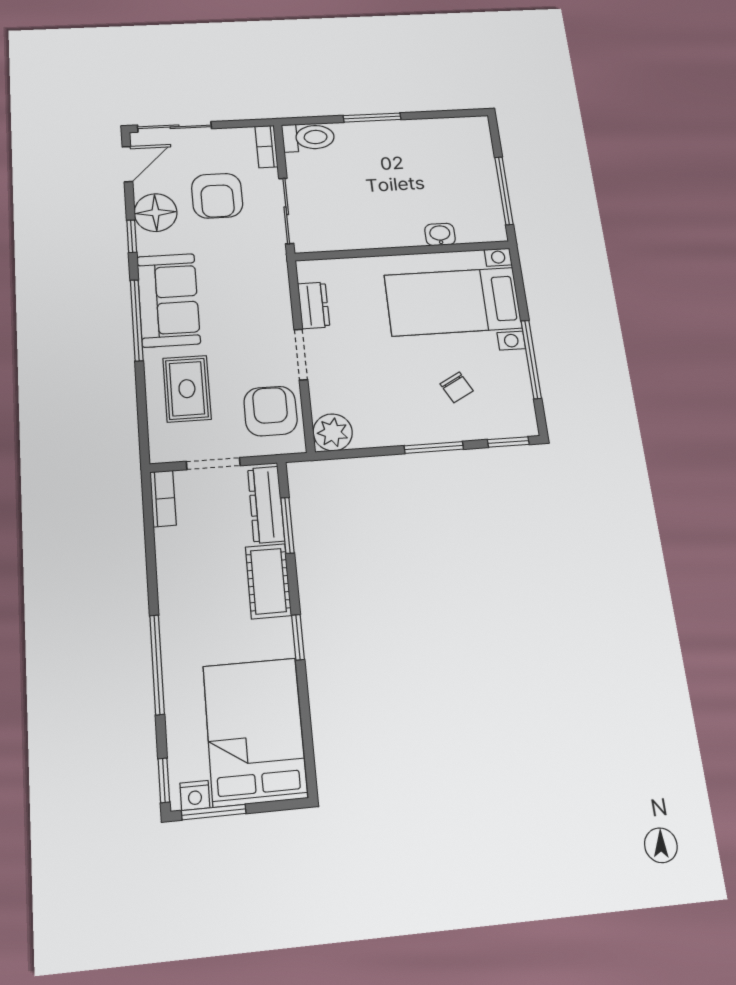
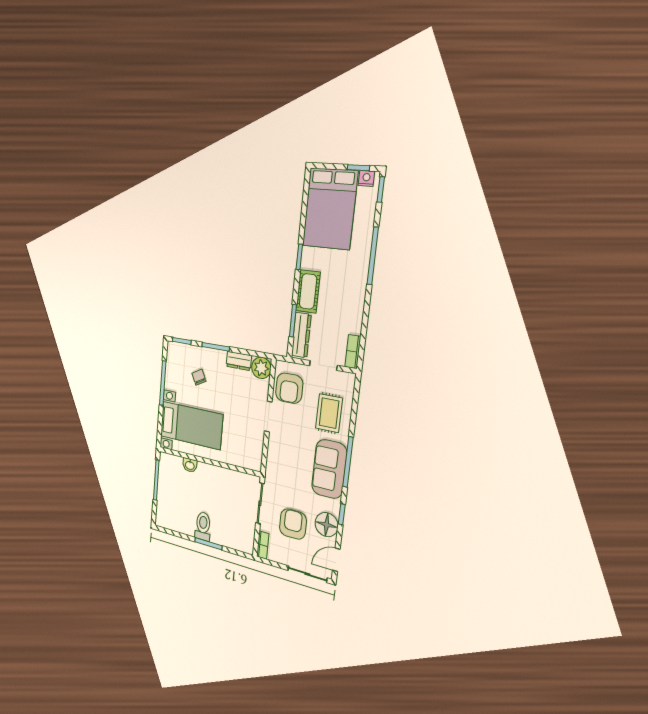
toilet: (308, 137) -> (203, 526), moved, turned 90
dresser: (314, 305) -> (239, 361), moved, turned -90
window: (214, 812) -> (358, 168), width x0.67

